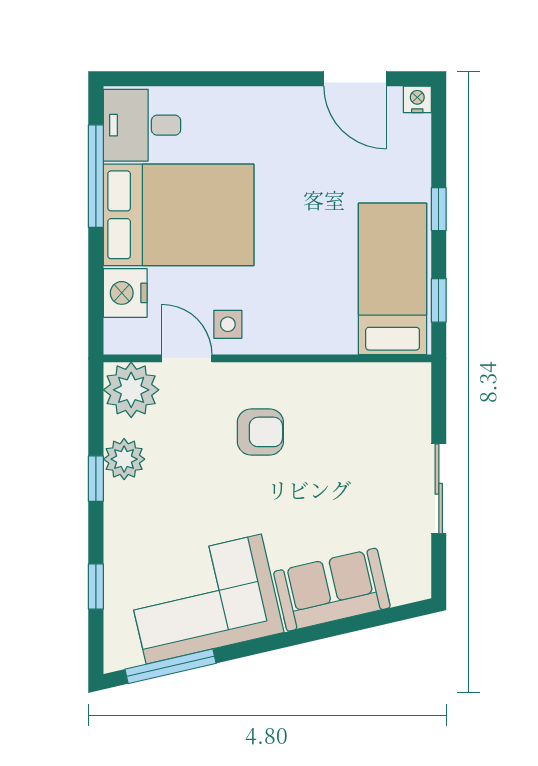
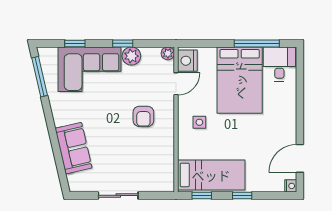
nightstand: (125, 293) -> (187, 61), moved, turned -90
side table: (228, 324) -> (199, 122), moved
plant: (131, 390) -> (168, 53), width x0.53, depth x0.53
corner sofa: (204, 599) -> (89, 69), moved, turned 103

